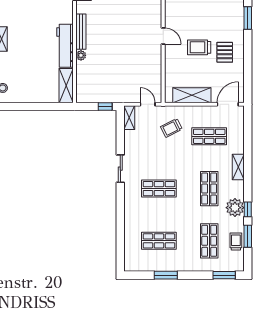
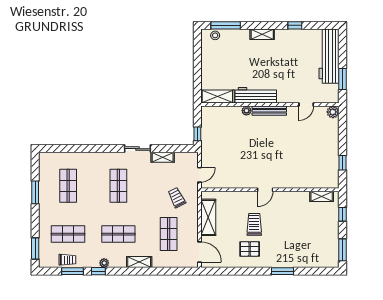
shelving: (129, 118) -> (163, 157), moved
plant: (235, 208) -> (104, 263), width x0.53, depth x0.53

